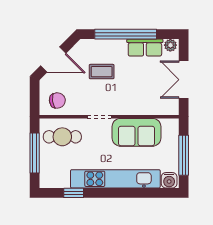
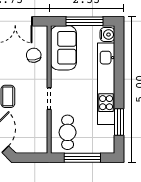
chair: (57, 100) -> (34, 55), moved
sofa: (137, 132) -> (63, 48), moved
window: (74, 193) -> (119, 122), width x1.50

